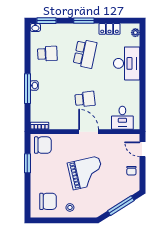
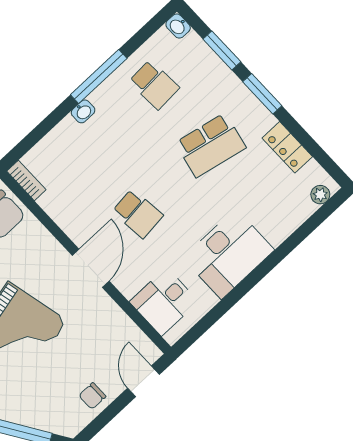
window: (47, 21) -> (222, 50), moved
desk: (127, 63) -> (229, 254), moved
window: (27, 89) -> (99, 76), moved

